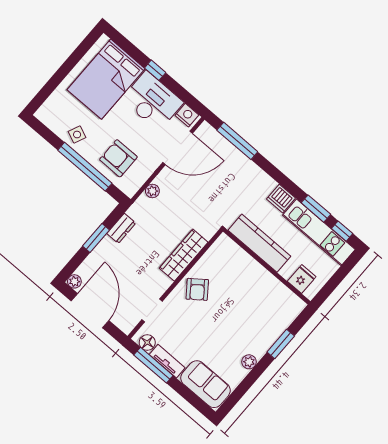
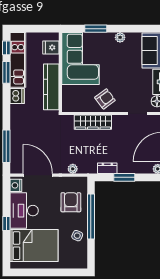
armchair: (118, 158) -> (71, 202), turned 180
corner sofa: (263, 300) -> (81, 58), added

